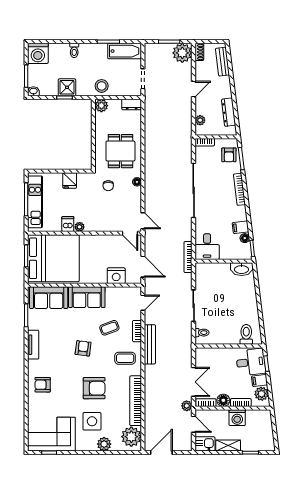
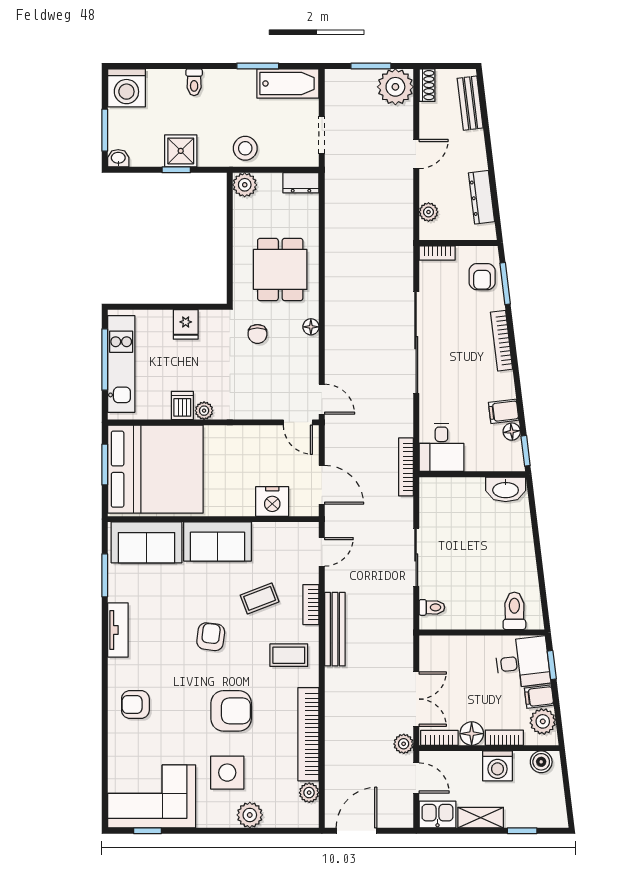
boiler: (261, 416) -> (541, 762), added
plant: (131, 437) -> (309, 793), width x0.53, depth x0.53

